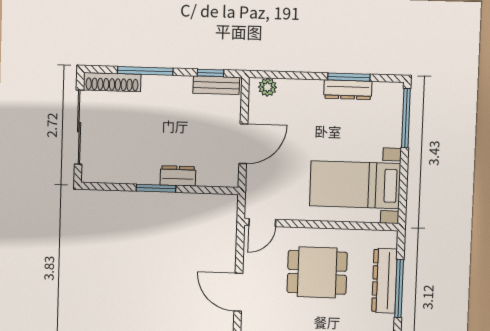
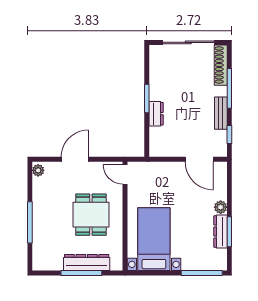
bench: (216, 85) -> (221, 113), moved
plant: (267, 87) -> (221, 207), moved
door: (243, 144) -> (199, 159), moved

